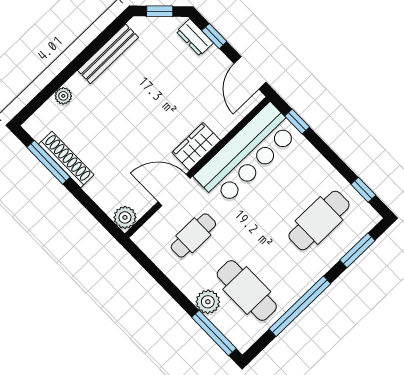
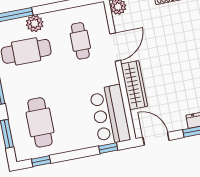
wardrobe: (196, 147) -> (134, 85), width x1.50
bar counter: (247, 155) -> (110, 115), width x0.73

